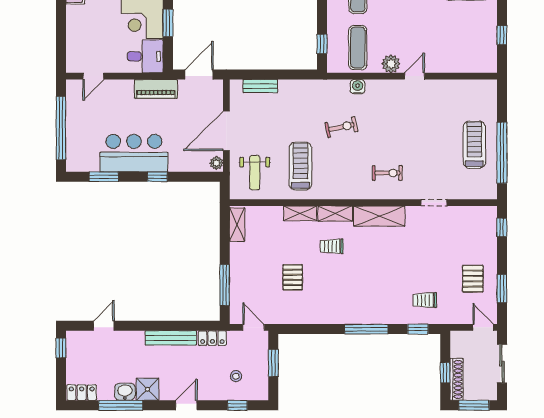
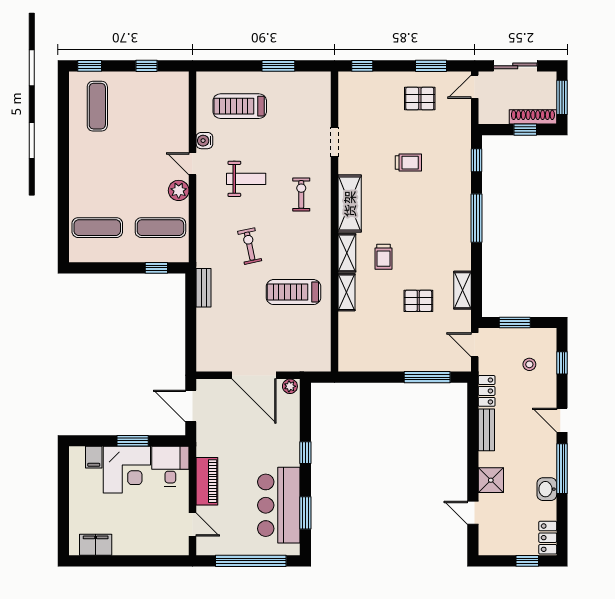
bench: (260, 86) -> (204, 288), moved
water cooler: (358, 87) -> (204, 141), moved
piano: (156, 89) -> (207, 481), moved
treadmill: (474, 145) -> (240, 106), moved
bar counter: (134, 153) -> (279, 505), moved
window: (502, 153) -> (278, 66), width x0.47
weight bench: (255, 173) -> (246, 179), moved
shelving: (237, 225) -> (462, 290), moved, turned 90
trolley: (425, 300) -> (408, 163), moved, turned -90
door: (253, 327) -> (475, 345), hinge flipped
bench: (171, 338) -> (486, 430), width x0.73
window: (61, 348) -> (527, 561), moved
shower: (148, 389) -> (491, 480), moved
window: (121, 405) -> (562, 469), moved

